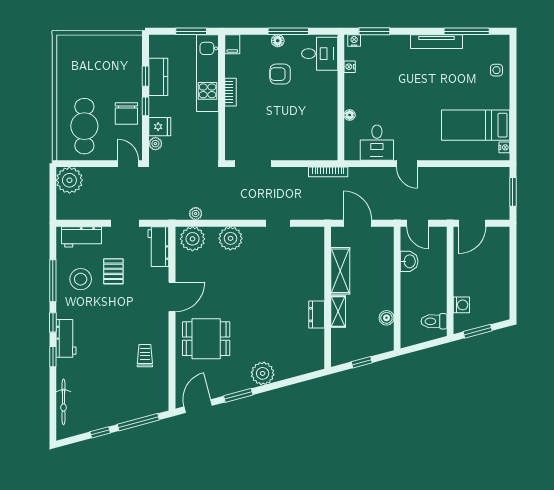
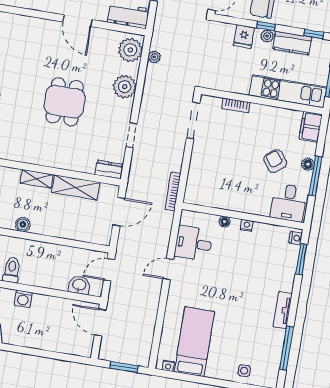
tv unit: (436, 42) -> (283, 310), width x0.71
filing cabinet: (232, 44) -> (311, 127), width x2.00
nightstand: (350, 67) -> (247, 225), moved
armchair: (280, 74) -> (275, 161), turned -38
window: (146, 76) -> (314, 34), moved
bookcase: (231, 92) -> (236, 105), moved
plant: (155, 144) -> (267, 36), moved
washbasin: (409, 261) -> (79, 285), moved, turned 180
dresser: (317, 315) -> (109, 170), moved
dining table: (206, 339) -> (65, 102), moved

